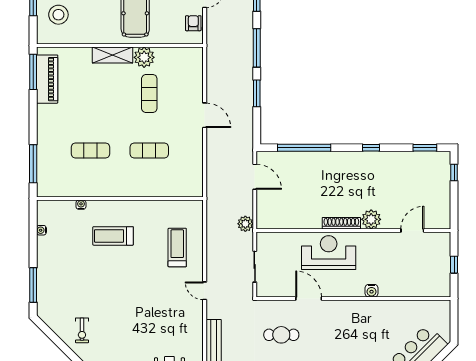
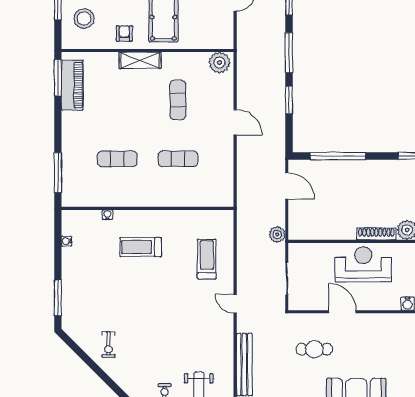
armchair: (193, 23) -> (124, 34), moved
plant: (144, 57) -> (219, 63), moved

